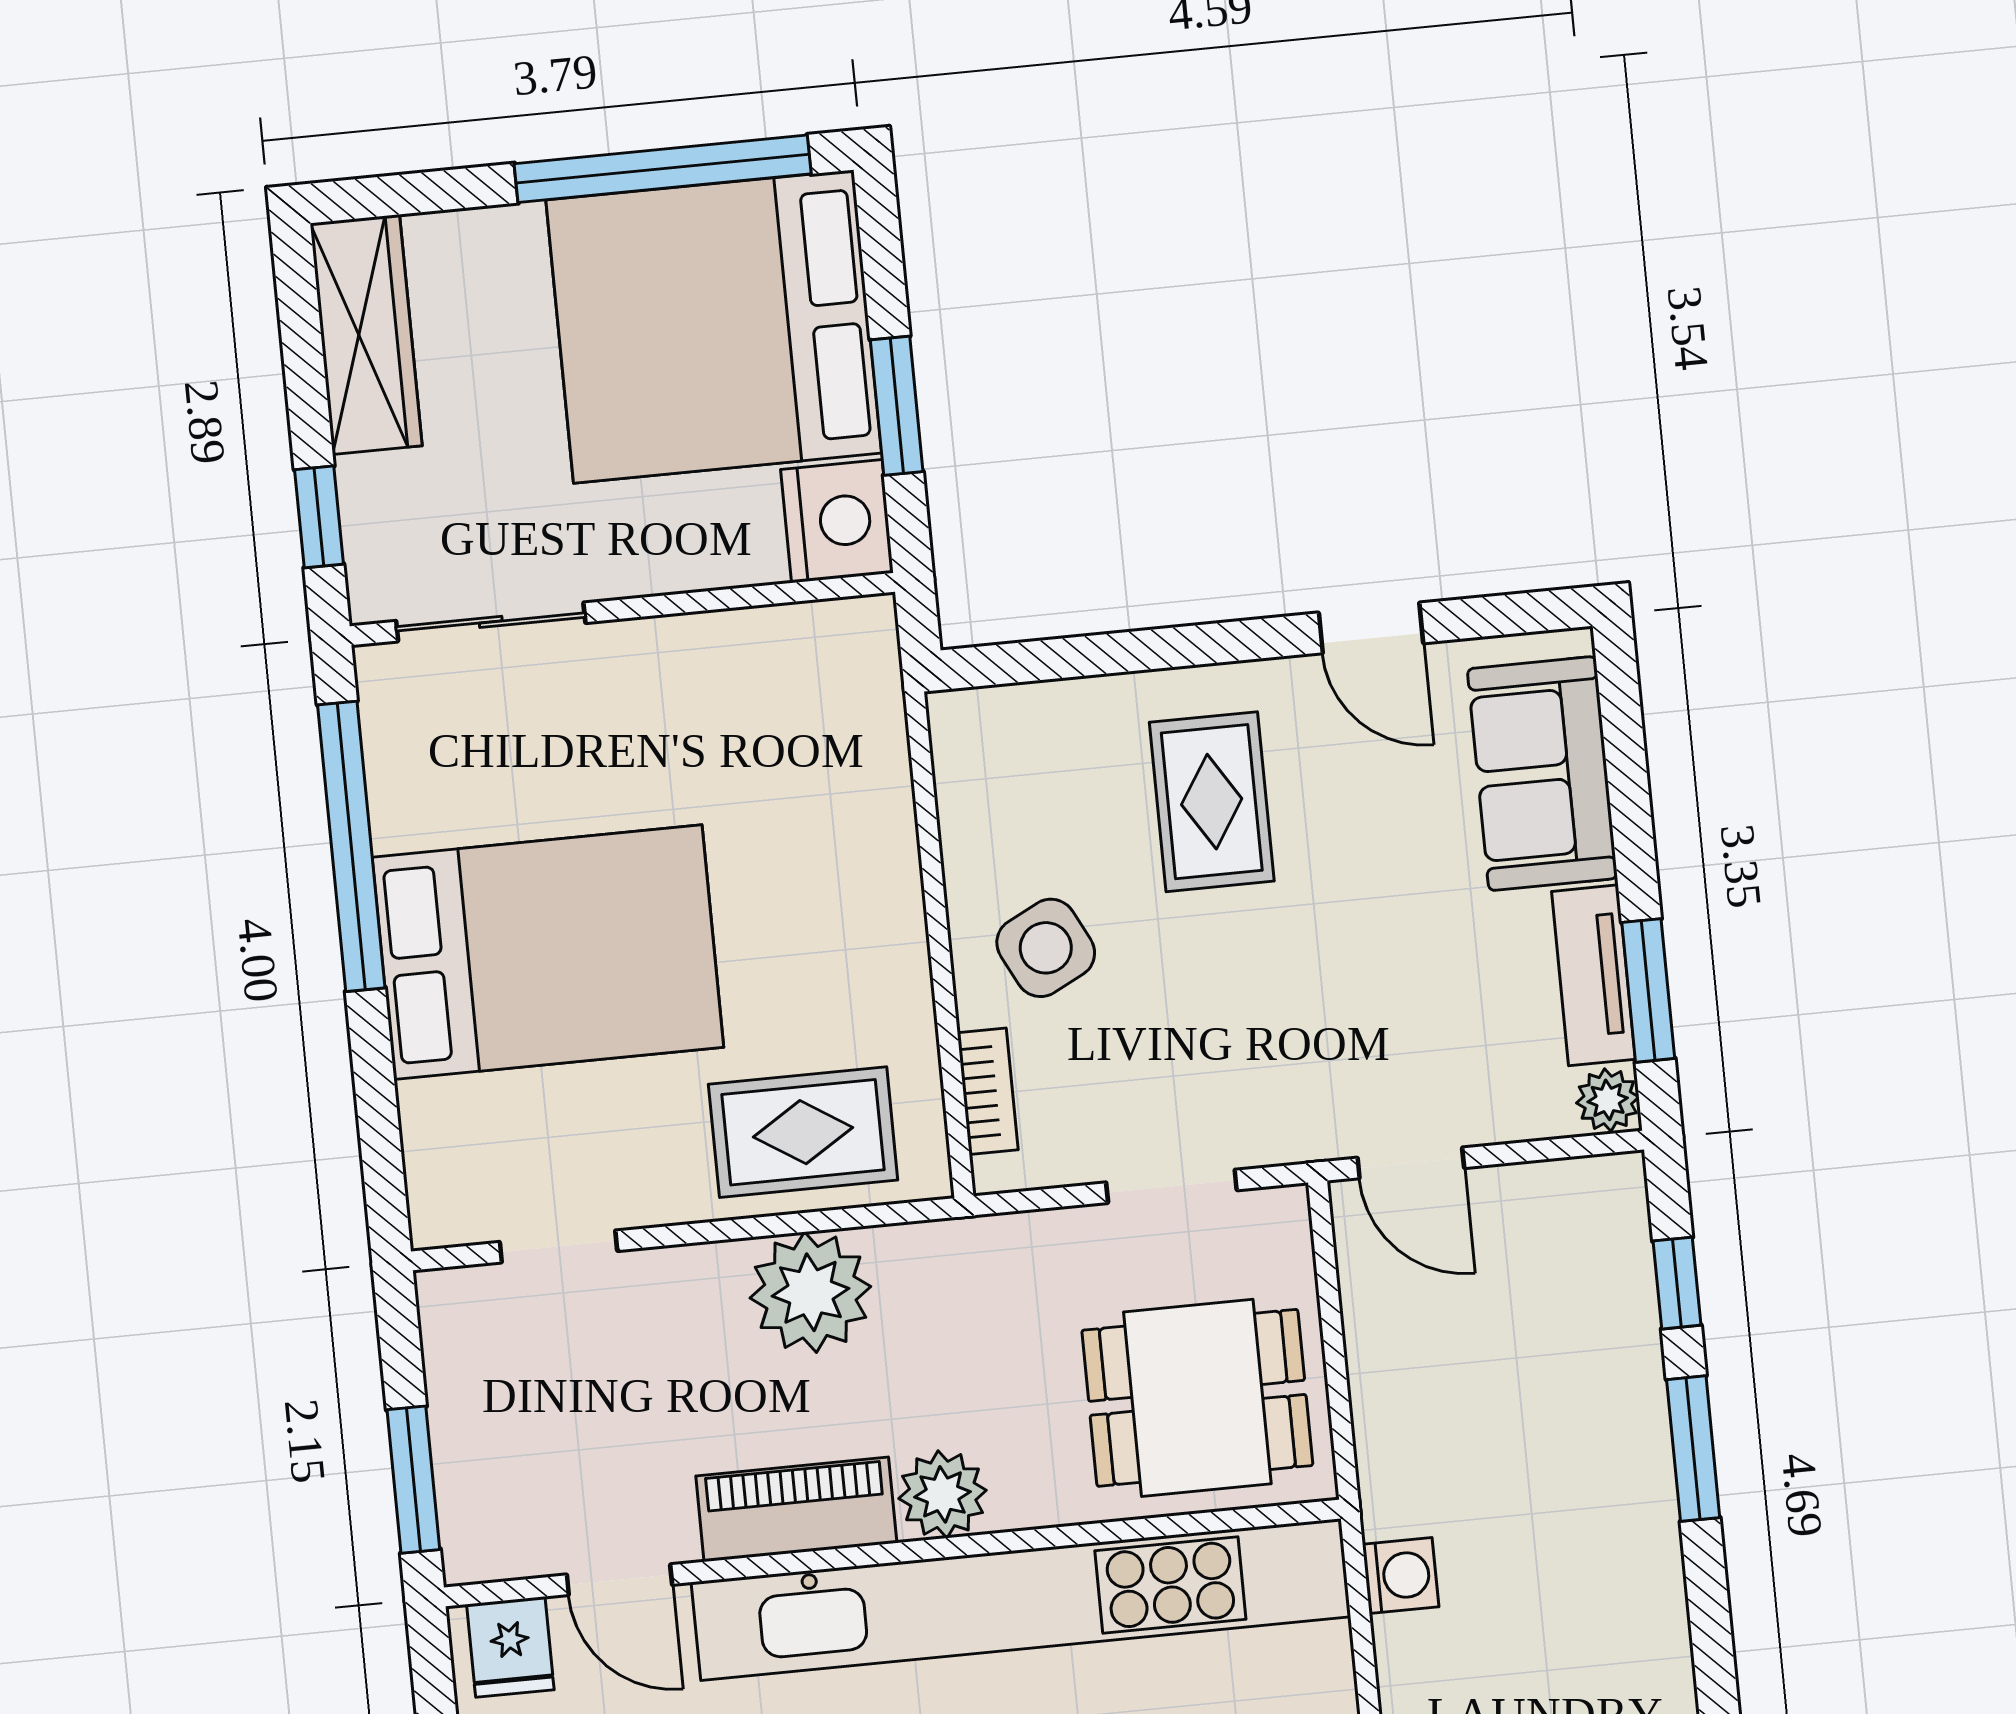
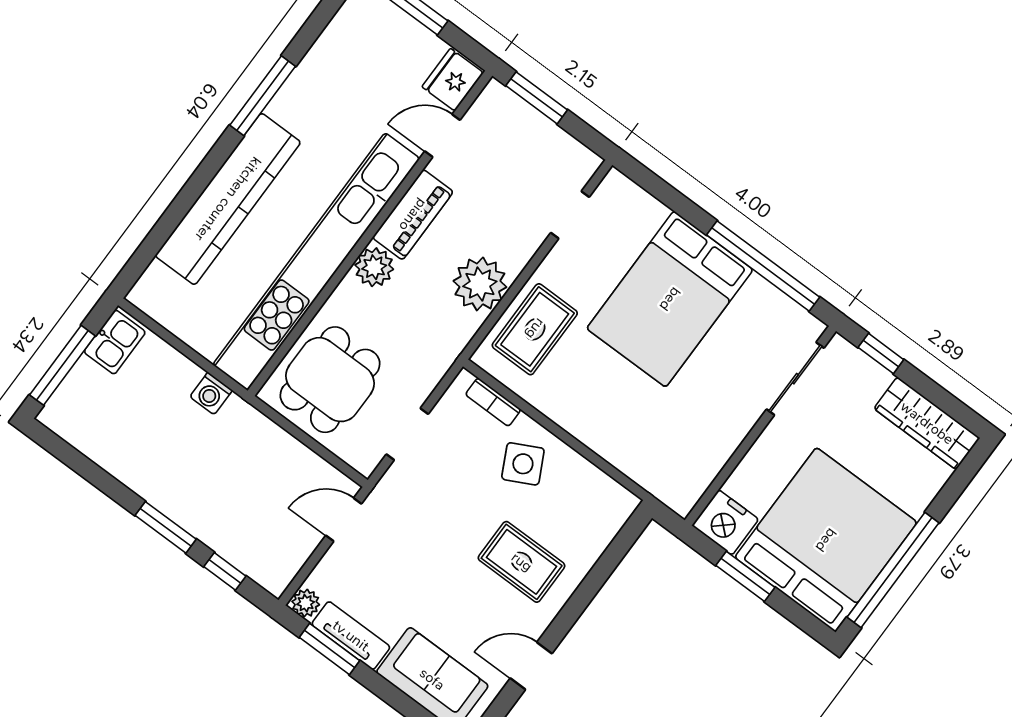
fridge: (510, 1647) -> (453, 80), width x1.38

